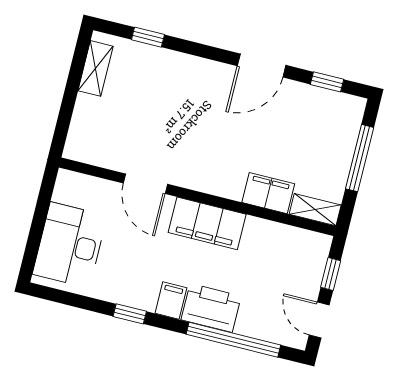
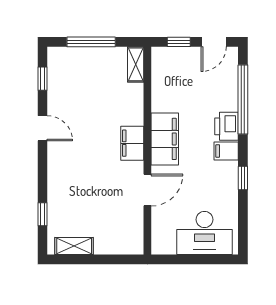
door: (262, 66) -> (42, 128), width x0.73
filing cabinet: (268, 193) -> (132, 143), moved
printer: (211, 308) -> (227, 126), width x0.73, depth x0.84

